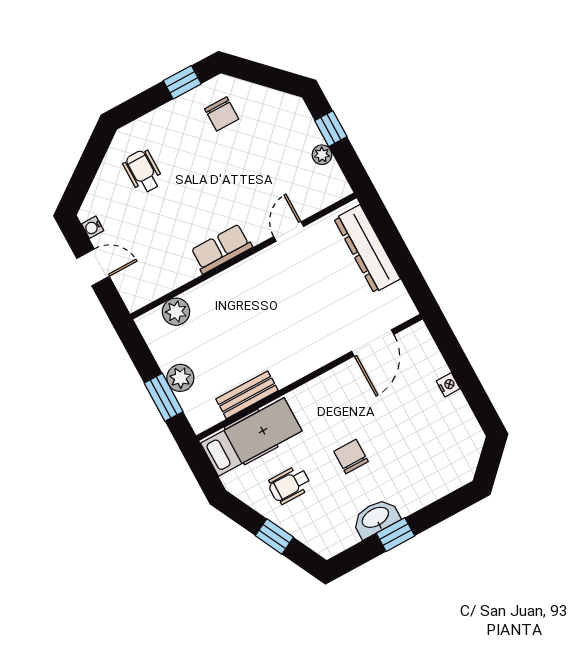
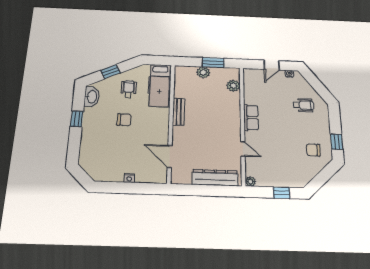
plant: (322, 155) -> (250, 182), moved
bench: (247, 395) -> (179, 112), moved
window: (164, 397) -> (213, 63), moved
washbasin: (376, 518) -> (92, 97), moved

